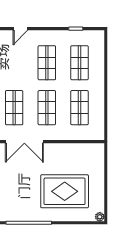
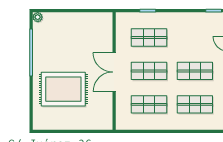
double door: (24, 142) -> (114, 72), moved
rug: (65, 191) -> (63, 89), turned 90
plant: (100, 217) -> (37, 125), removed

